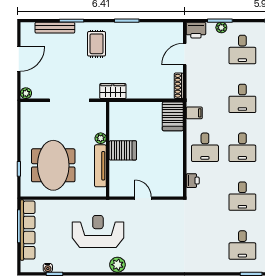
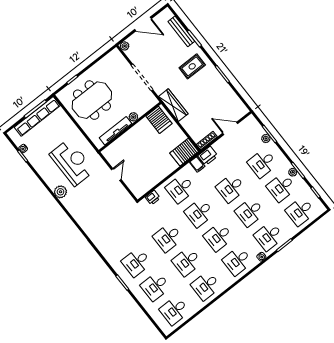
printer: (196, 30) -> (208, 156), moved, turned -90
wardrobe: (113, 91) -> (173, 105), width x1.50
server rack: (123, 150) -> (159, 120), moved

